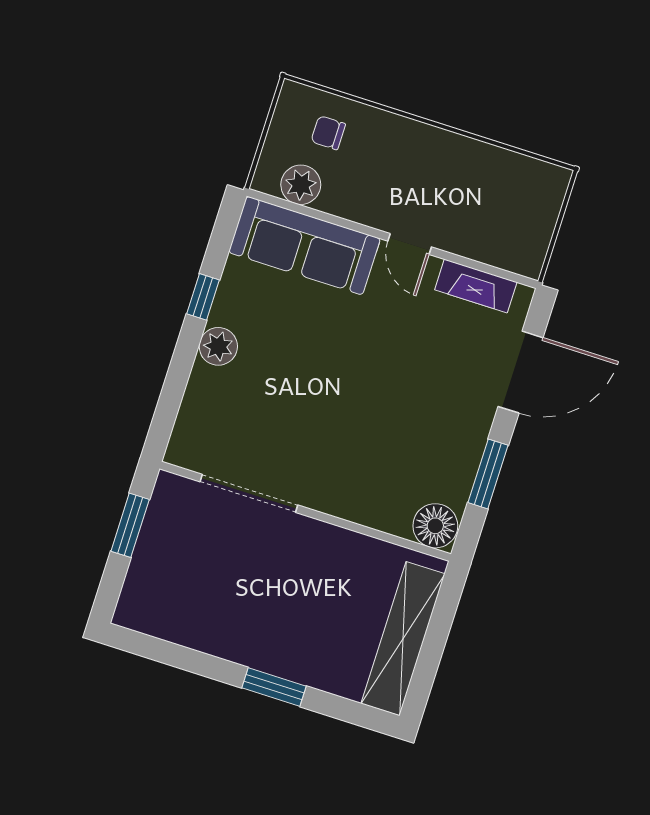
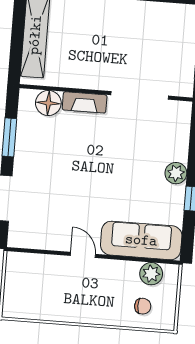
fireplace: (476, 286) -> (85, 102), moved, turned 180
floor lamp: (435, 526) -> (48, 103), moved

